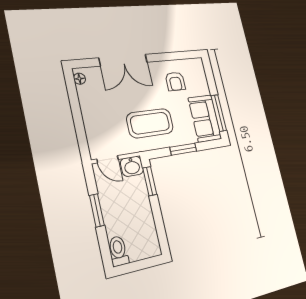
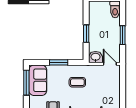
coffee table: (150, 123) -> (77, 82), width x0.54, depth x0.58
window: (150, 181) -> (86, 34), moved

